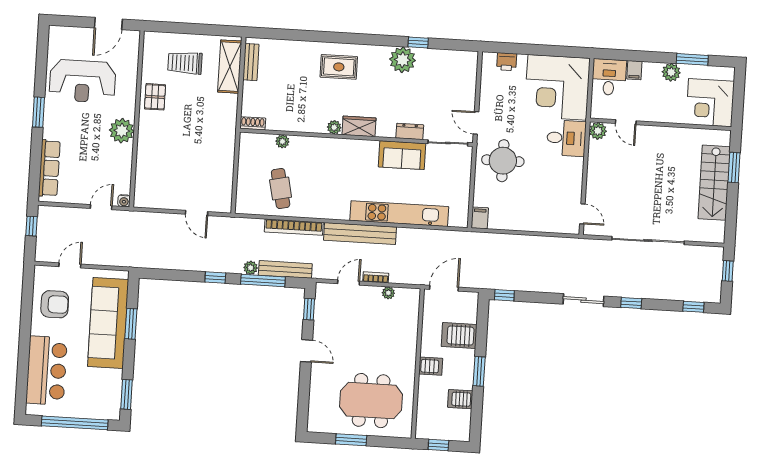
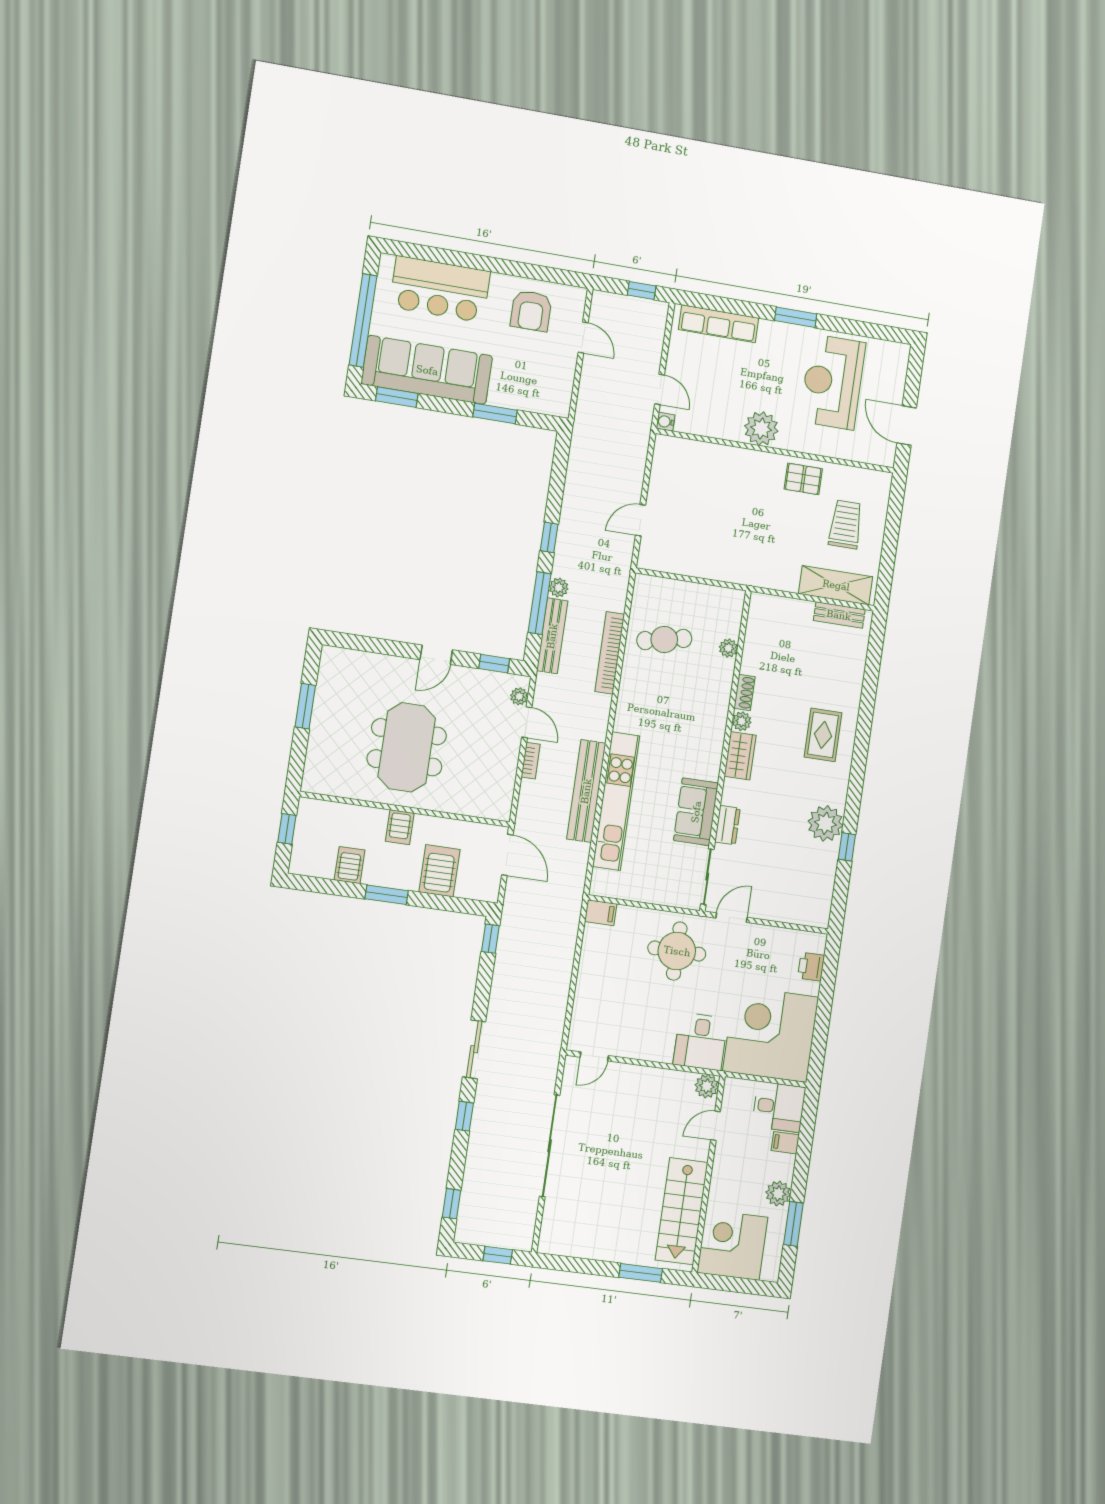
shoe rack: (253, 123) -> (744, 692), moved
stairs: (714, 183) -> (682, 1211), moved, turned -90
bench: (360, 234) -> (586, 791), moved
plant: (388, 293) -> (519, 696), moved
sofa: (108, 323) -> (427, 370), moved
meeting table: (371, 401) -> (407, 747), moved

